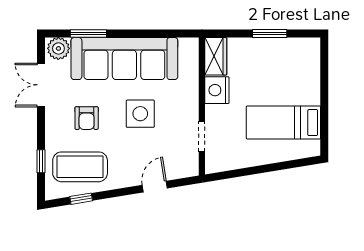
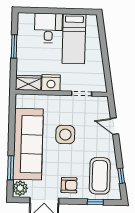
desk: (299, 84) -> (48, 28), added
armchair: (87, 118) -> (69, 185), moved

